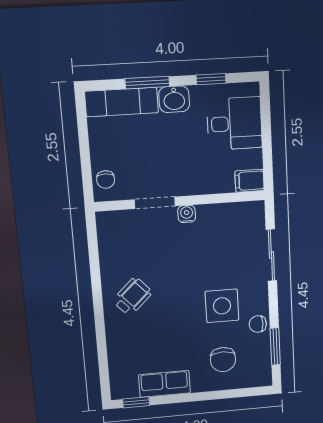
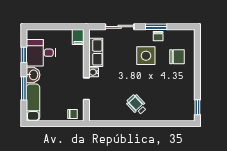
desk: (234, 124) -> (41, 53), moved, turned -90
window: (275, 346) -> (156, 27), moved
row of seats: (164, 384) -> (96, 52), moved, turned 180

